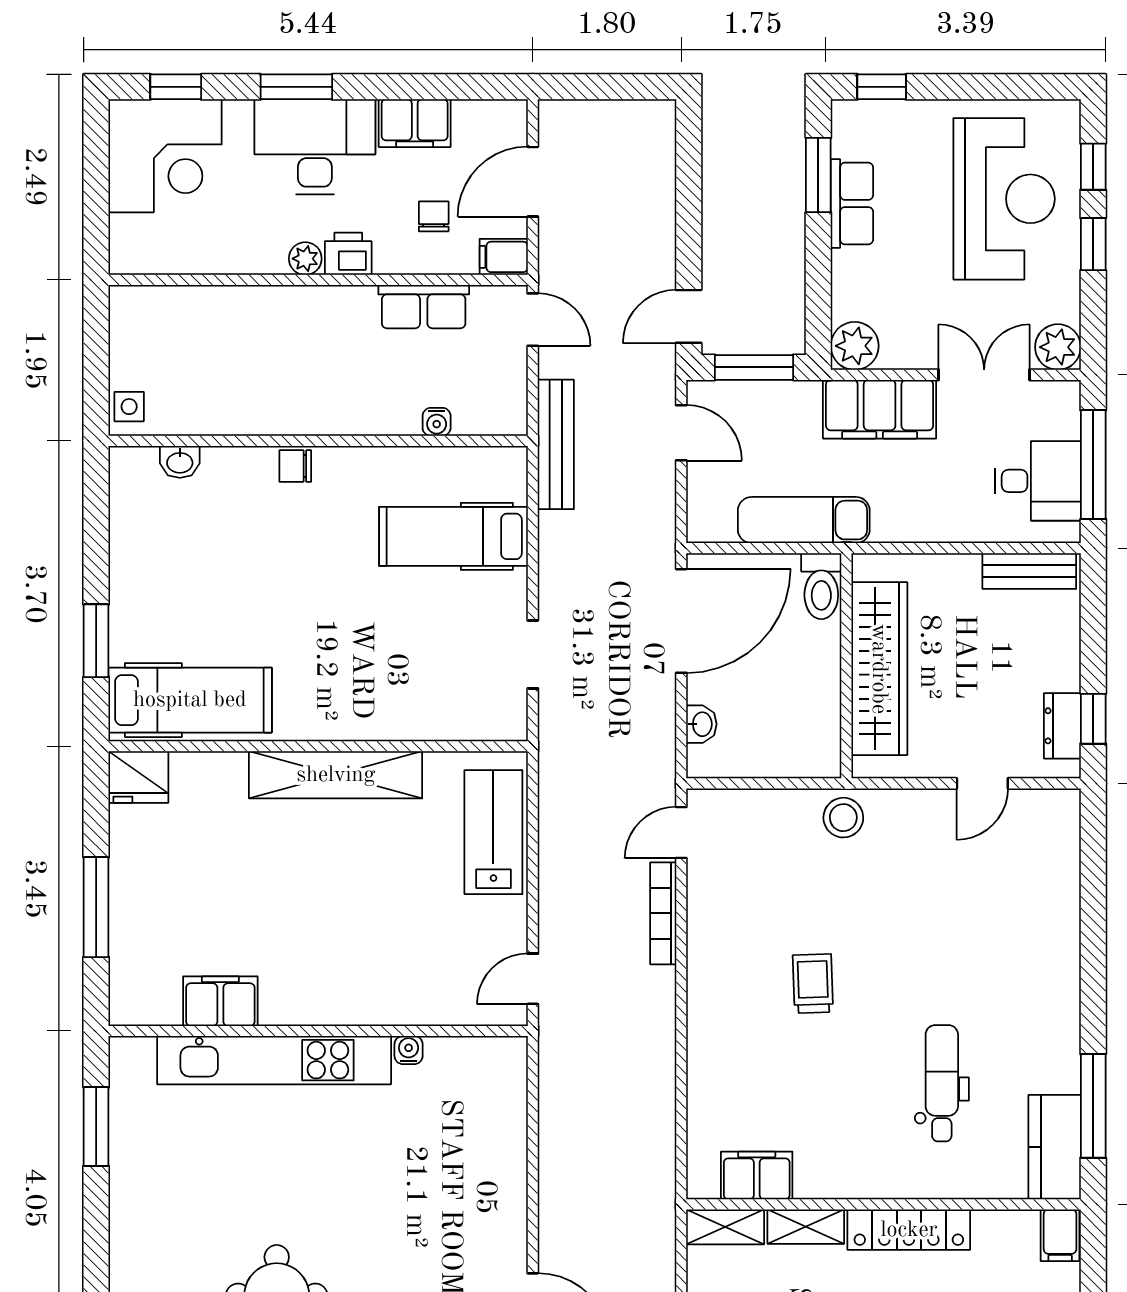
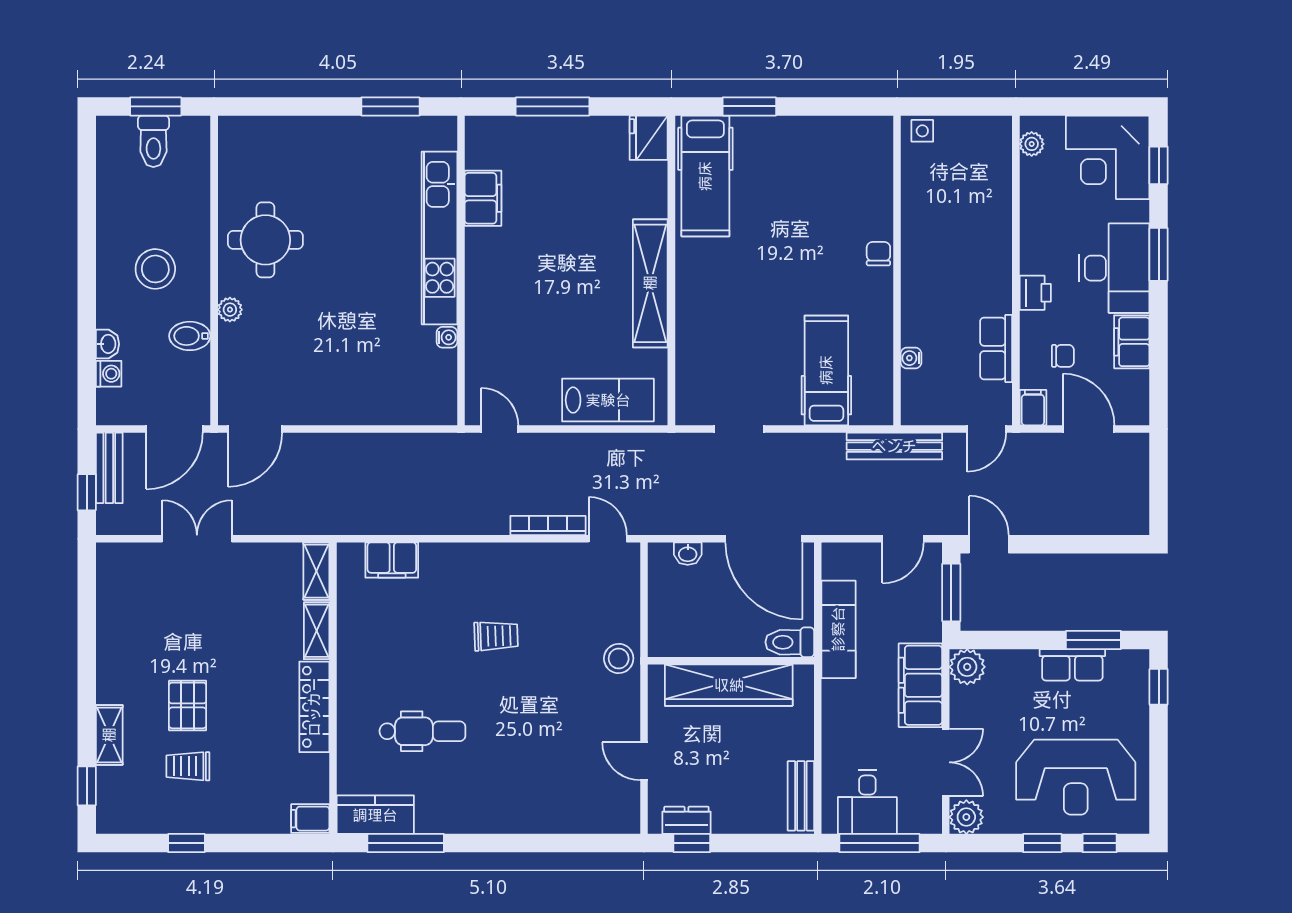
plant: (305, 259) -> (1032, 144), moved
washbasin: (180, 462) -> (881, 168), removed
filing cabinet: (757, 1175) -> (392, 560), moved, turned 90

